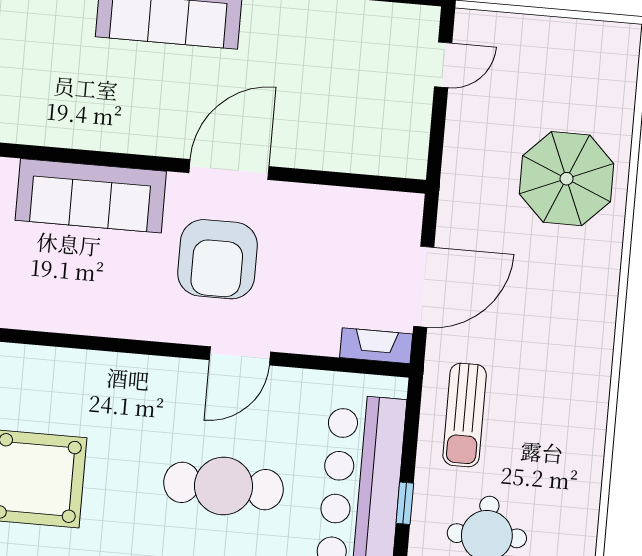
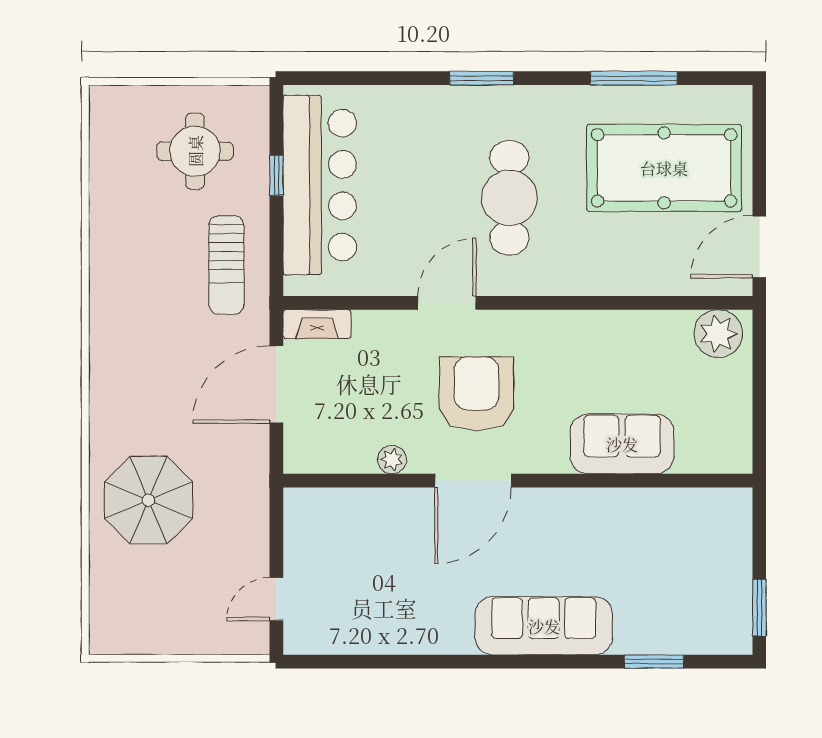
sofa: (91, 196) -> (622, 444), width x0.73
plant: (311, 199) -> (392, 460), added
sun lounger: (465, 415) -> (226, 265), turned 180
cafe table: (223, 486) -> (509, 198), moved, turned 90

